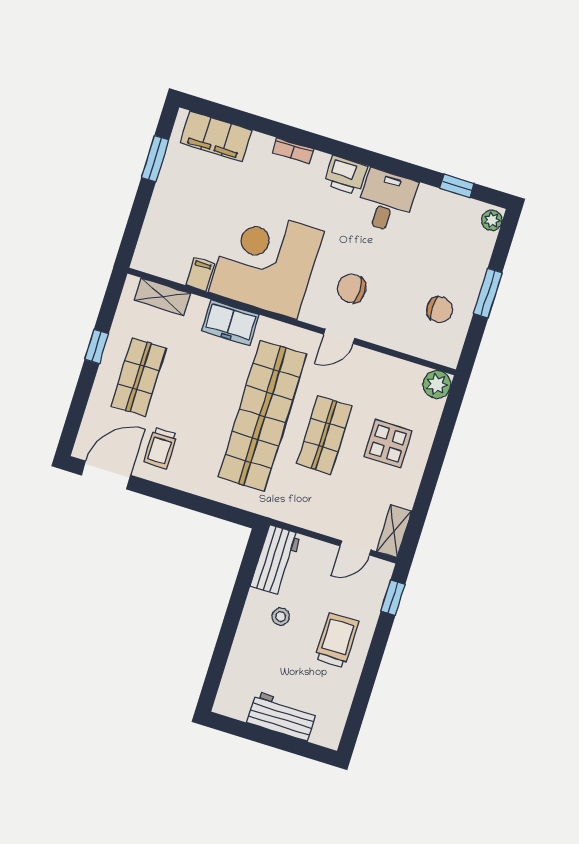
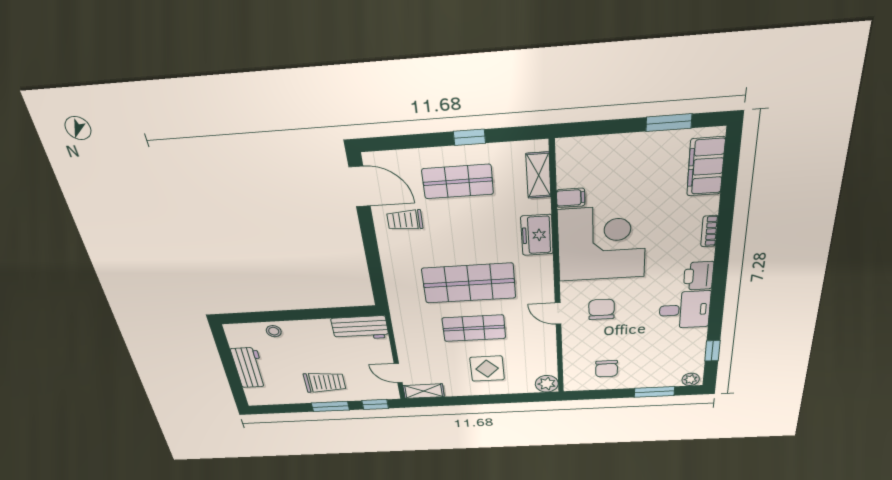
window: (488, 293) -> (654, 392), moved
shop shelf: (262, 416) -> (469, 283), width x0.71
stool: (281, 617) -> (274, 331), moved
window: (376, 653) -> (330, 406), added

